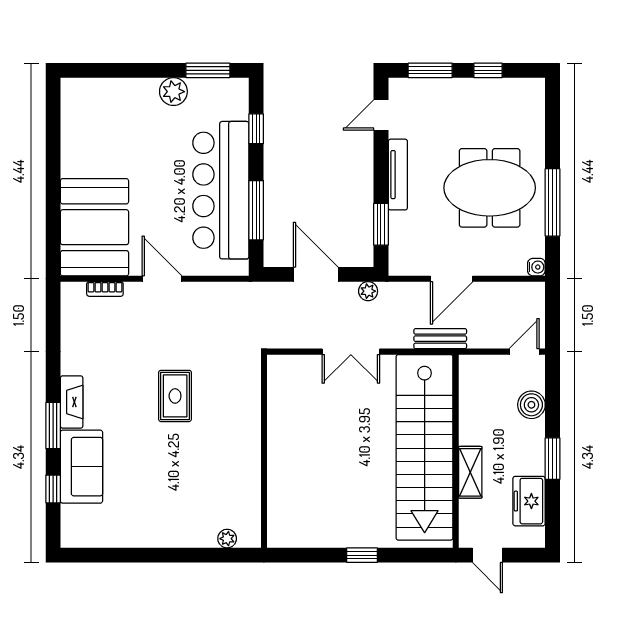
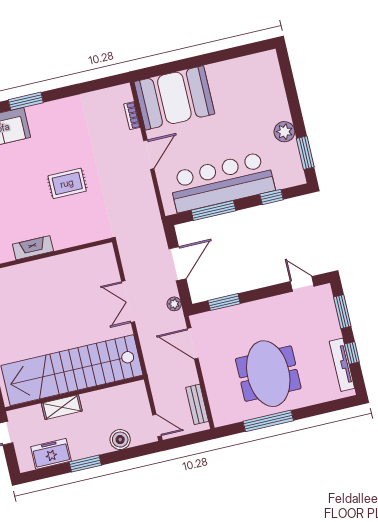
tv unit: (398, 175) -> (342, 365), moved, turned 90
water cooler: (536, 267) -> (219, 420), removed
door: (452, 279) -> (193, 343), moved
bench: (440, 339) -> (197, 404), moved
fireplace: (72, 402) -> (33, 248), moved, turned 180

